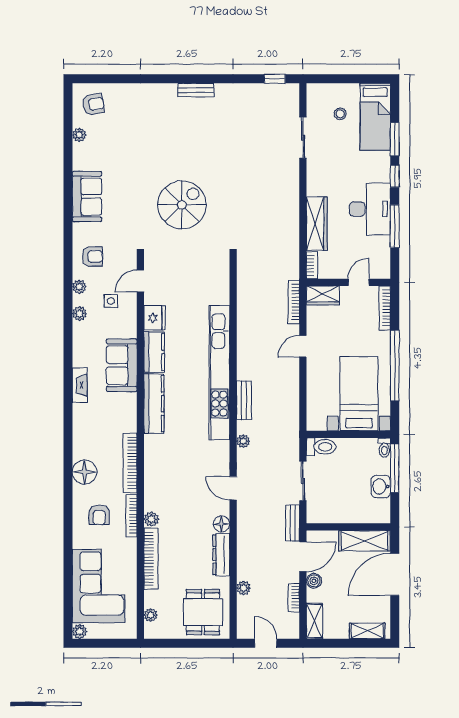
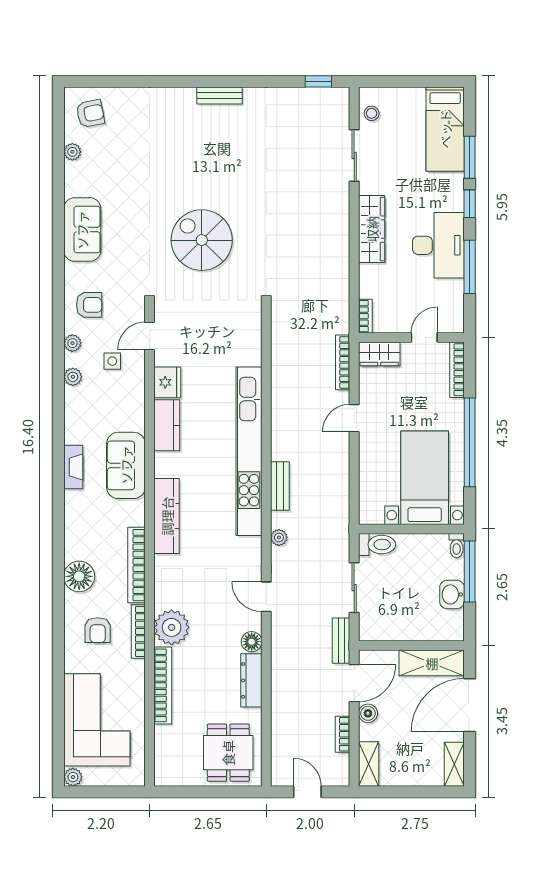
stool: (340, 114) -> (372, 113), moved
spiral stairs: (182, 205) -> (202, 240), turned -90
wardrobe: (317, 224) -> (372, 229), moved
sofa: (122, 365) -> (126, 465), moved
kitchen counter: (154, 404) -> (167, 516), moved
plant: (151, 519) -> (172, 627), width x1.87, depth x1.87
plant: (244, 588) -> (279, 722), removed
plant: (151, 615) -> (162, 756), removed
shelving: (367, 631) -> (454, 764), moved, turned 90

